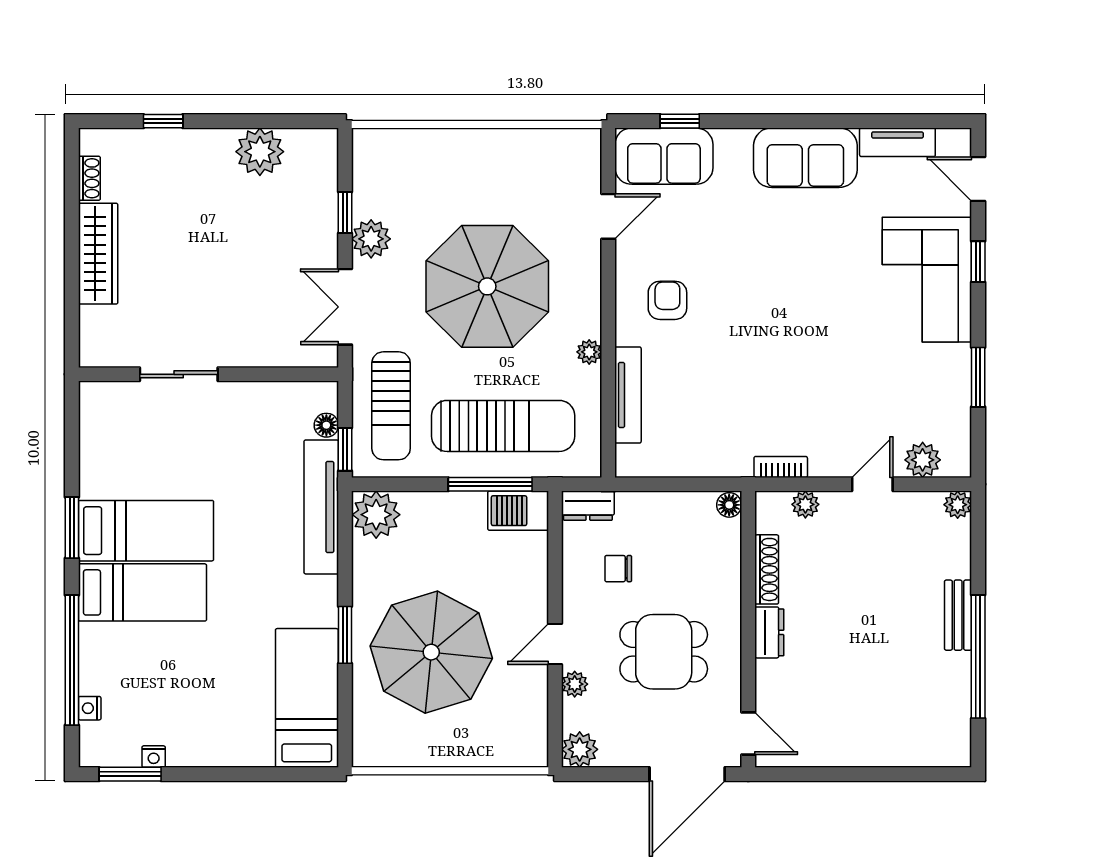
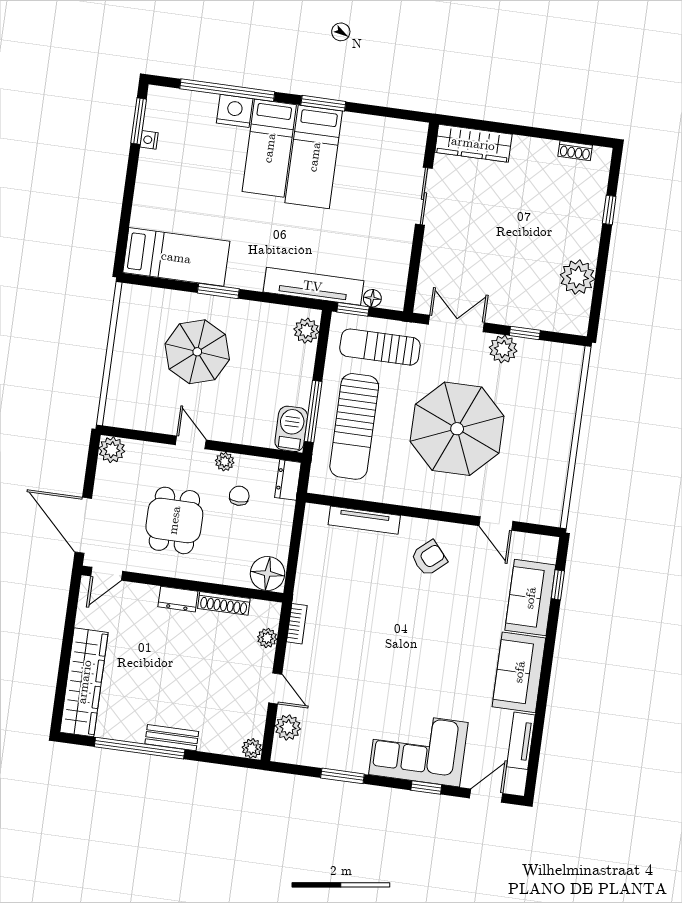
sofa: (664, 156) -> (530, 598), moved
wardrobe: (98, 254) -> (473, 143), moved
armchair: (667, 300) -> (429, 558), turned -41
plant: (589, 352) -> (399, 496), removed
floor lamp: (729, 505) -> (268, 574), width x1.89, depth x1.89
plant: (376, 515) -> (306, 331), width x0.73, depth x0.73
parasol: (431, 652) -> (197, 352), width x0.73, depth x0.73
plant: (575, 684) -> (225, 462), moved
nightstand: (90, 708) -> (235, 111), moved, width x1.89, depth x1.79
wardrobe: (899, 744) -> (84, 682), added

